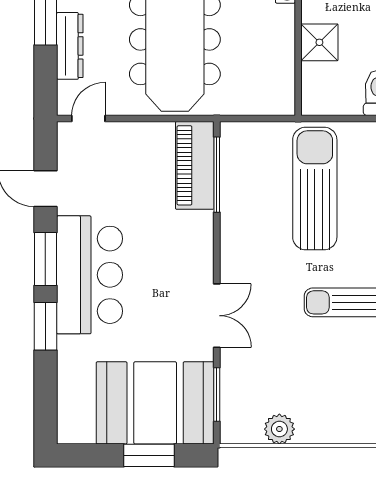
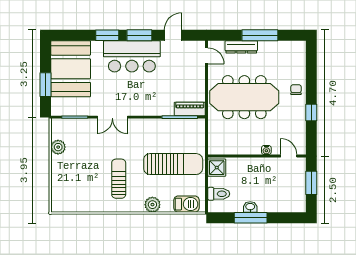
shower: (319, 42) -> (217, 168), moved
piano: (195, 165) -> (190, 109), width x0.73, depth x0.75
booth: (155, 403) -> (71, 69), moved

